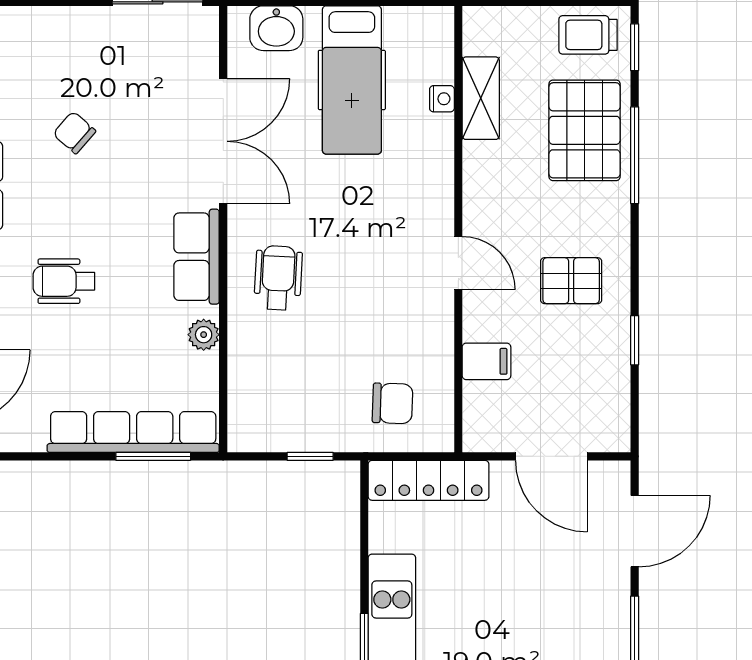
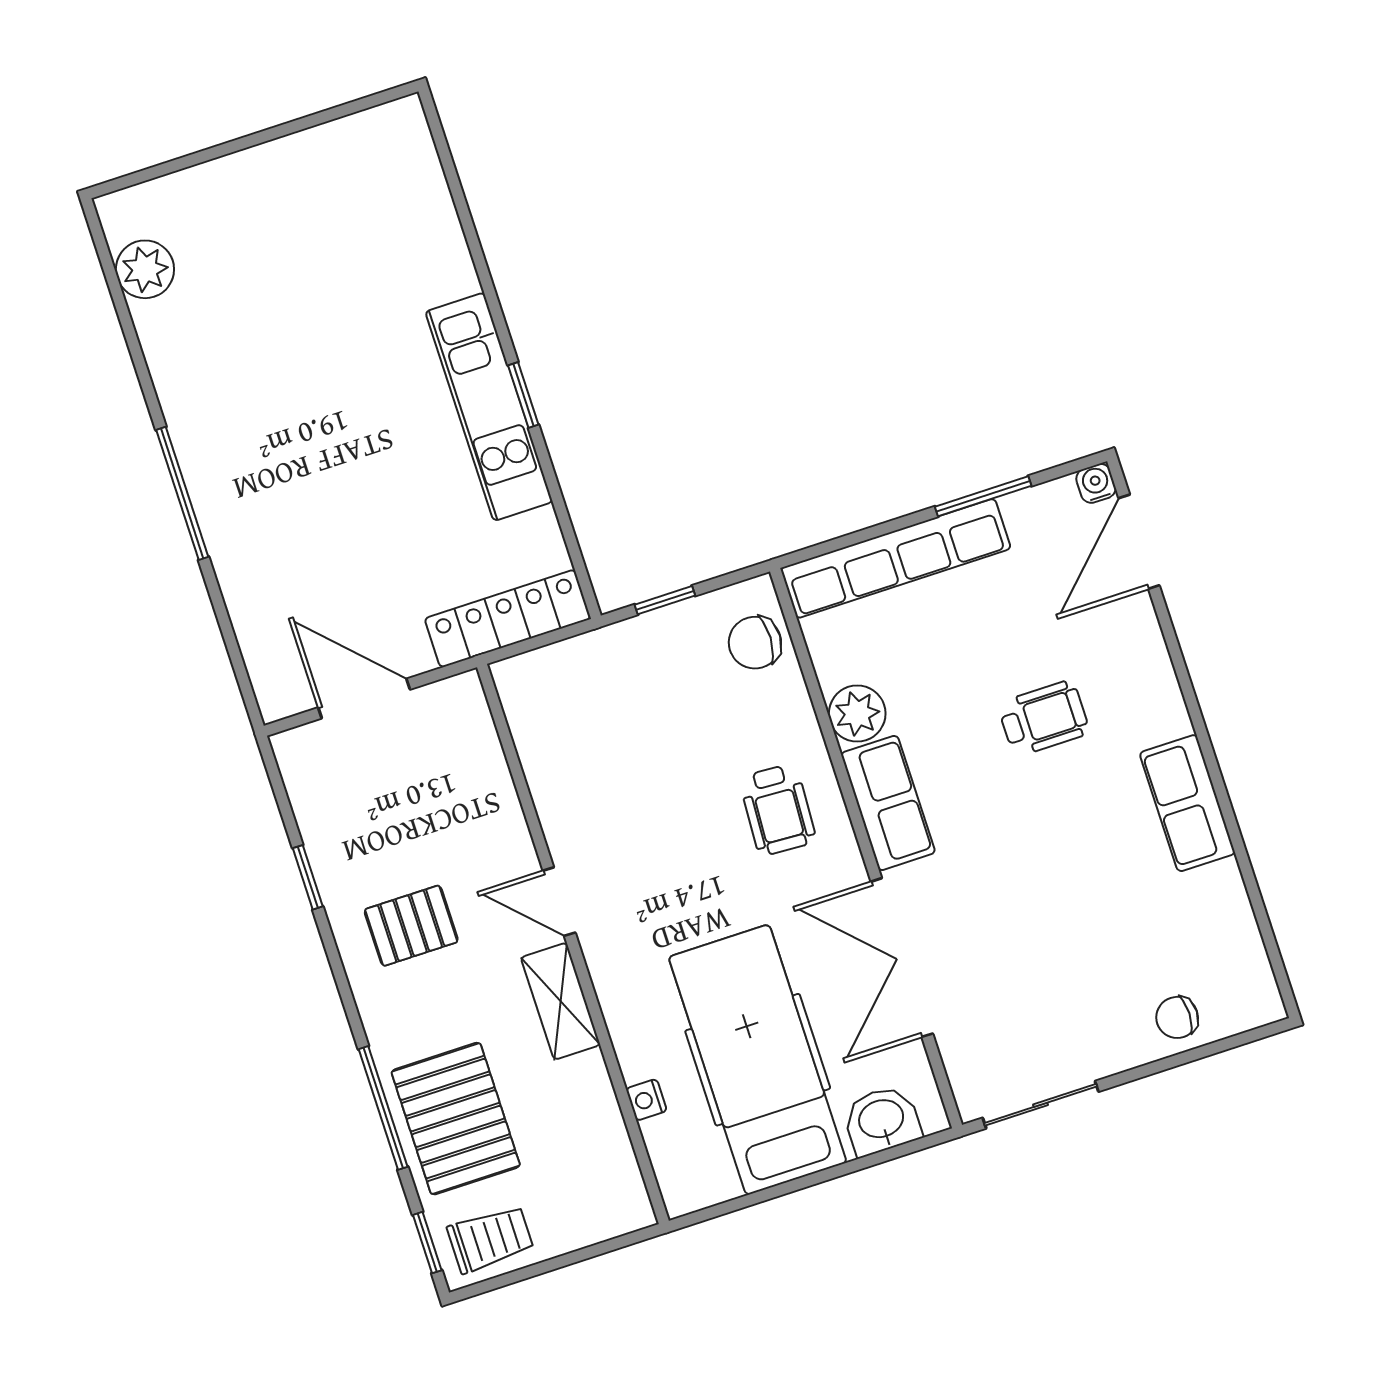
hospital bed: (352, 80) -> (758, 1060), width x1.37, depth x1.29
shelving: (481, 98) -> (561, 1001), moved
chair: (74, 133) -> (1177, 1017), moved, turned 139
plant: (204, 335) -> (857, 713), width x1.38, depth x1.38
filing cabinet: (486, 361) -> (484, 791), removed
chair: (393, 403) -> (755, 643), moved
window: (153, 456) -> (983, 496), moved
door: (635, 531) -> (230, 639), removed

